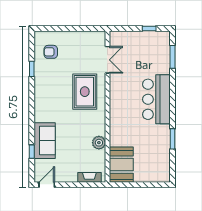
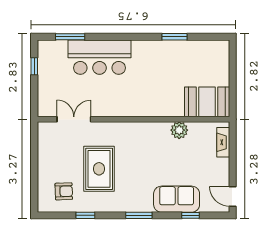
armchair: (51, 52) -> (64, 191), turned -92
rug: (85, 92) -> (99, 169), moved, turned 90
bar counter: (156, 99) -> (99, 57), moved
window: (32, 111) -> (139, 215), added

